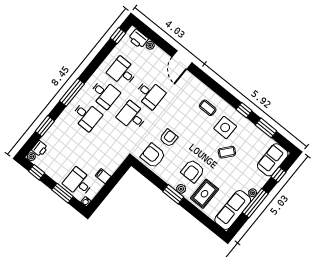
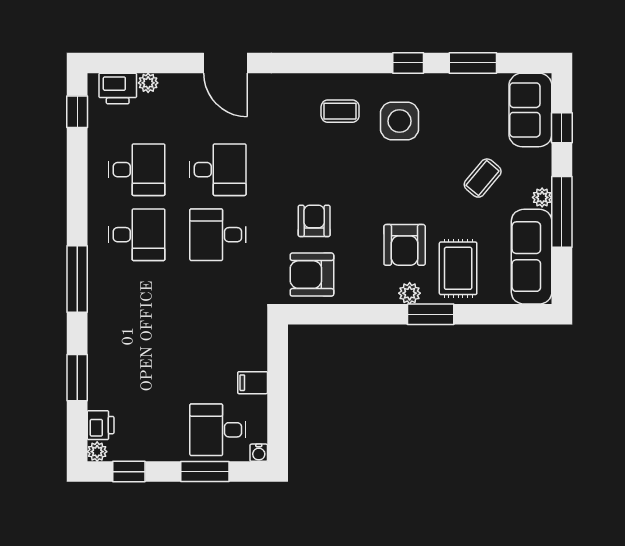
desk: (122, 72) -> (137, 170), turned 180
desk: (87, 116) -> (137, 300), removed
coffee table: (227, 152) -> (483, 178), moved
window: (173, 194) -> (431, 314), moved

